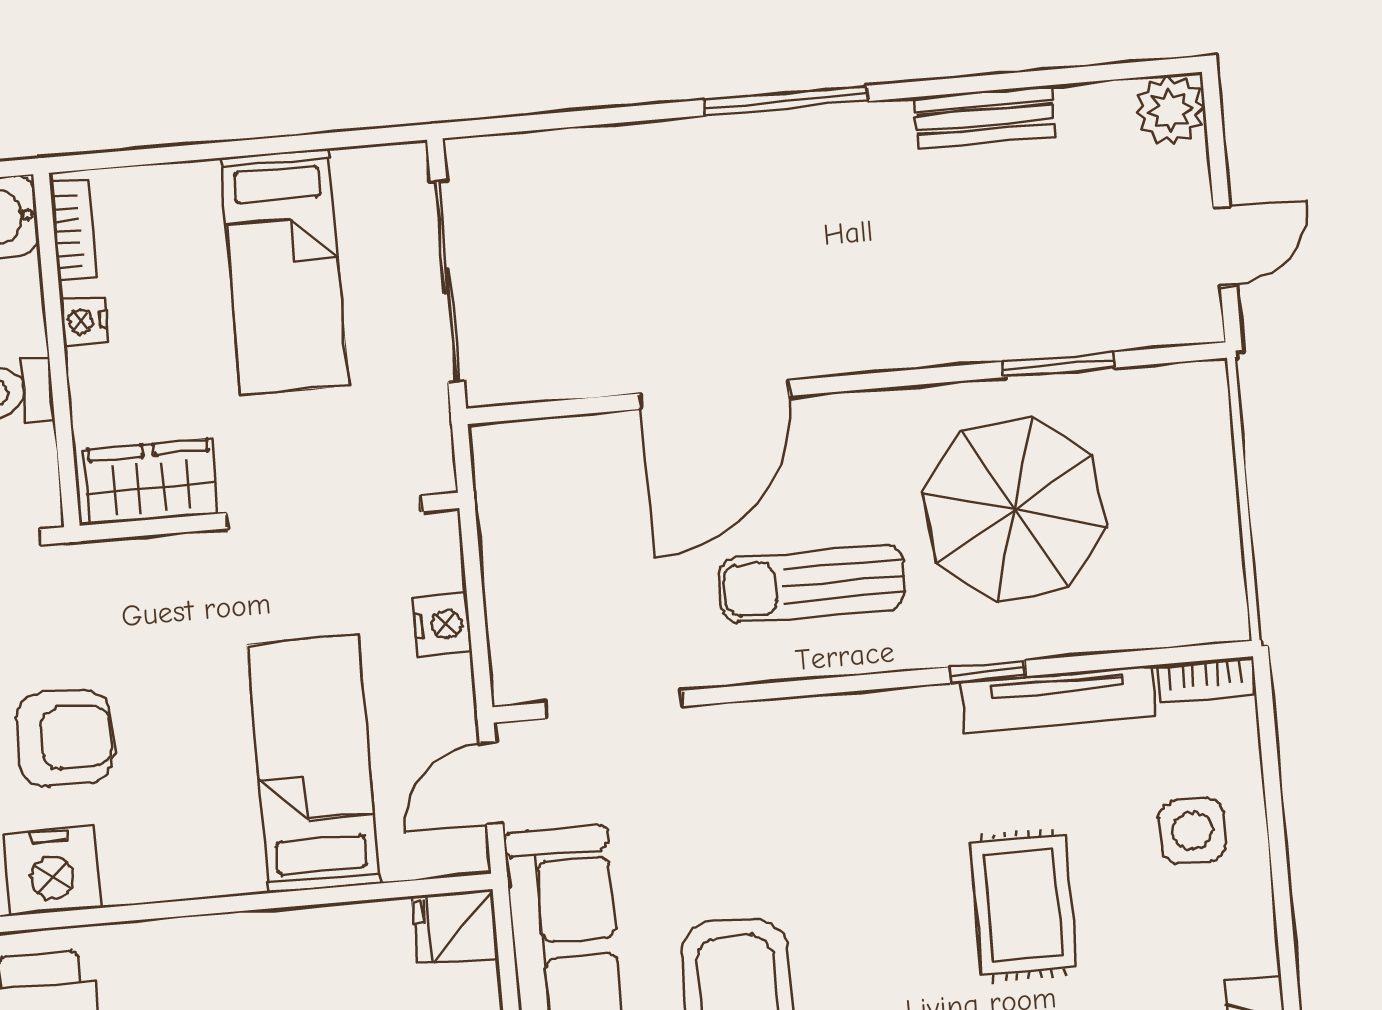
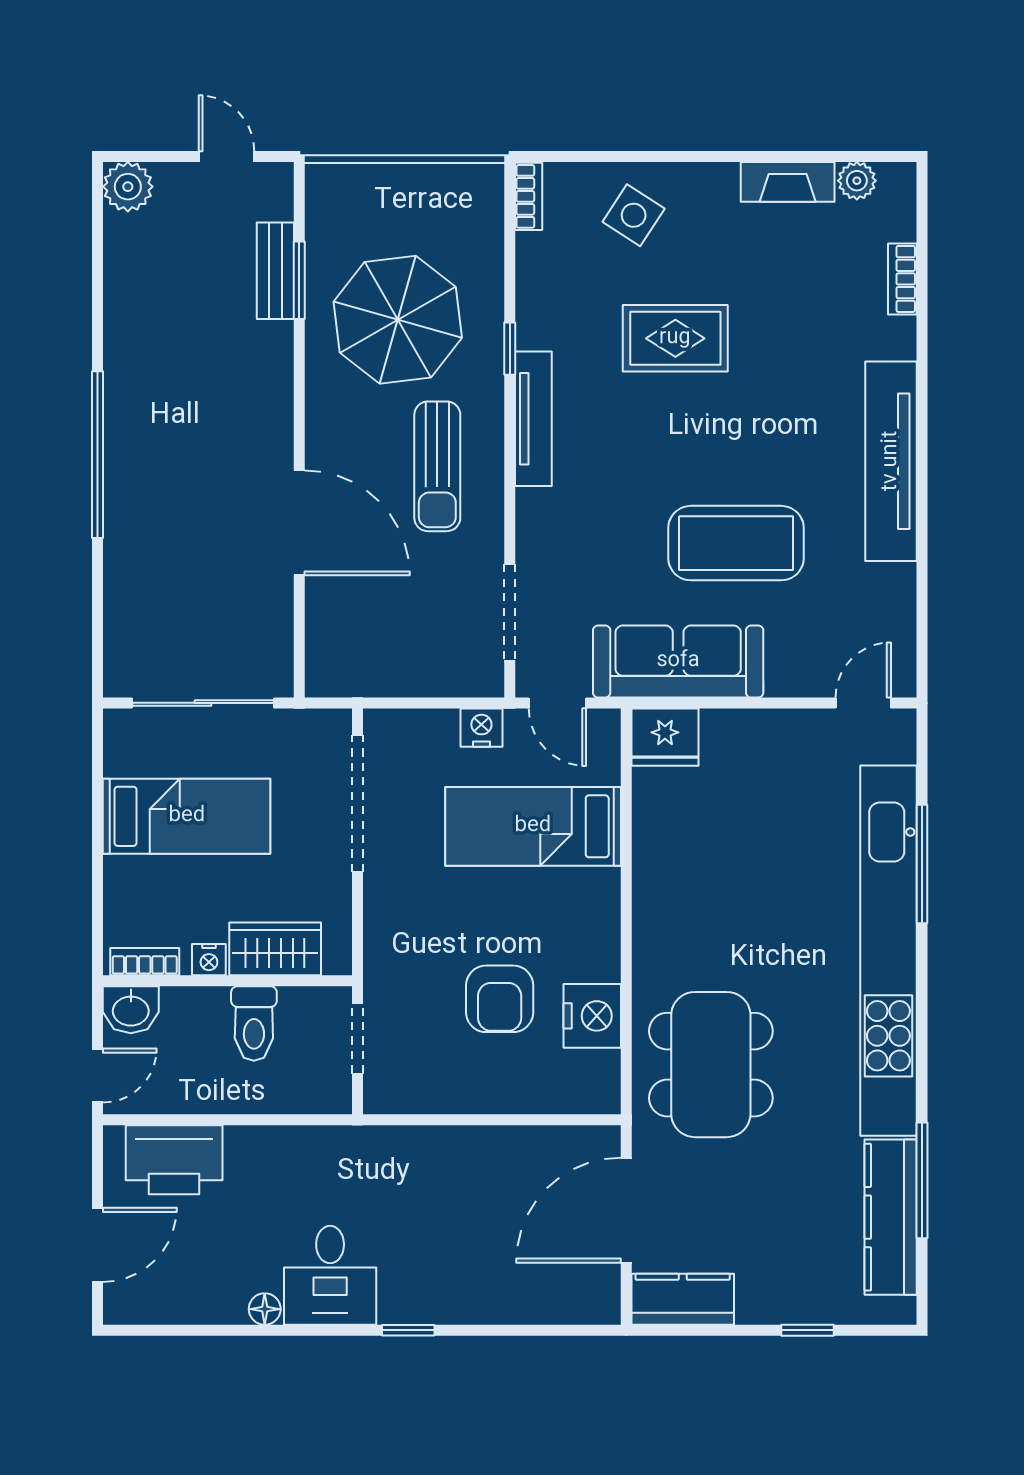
window: (786, 101) -> (98, 455), width x1.46
bench: (984, 117) -> (275, 271), moved
wardrobe: (151, 482) -> (275, 949), moved, turned 90
nightstand: (442, 625) -> (481, 728), moved
tv unit: (1058, 699) -> (533, 419), moved
armchair: (65, 738) -> (500, 999), turned 180
side table: (1192, 831) -> (634, 215), turned 33
fridge: (455, 927) -> (665, 737), width x1.38

